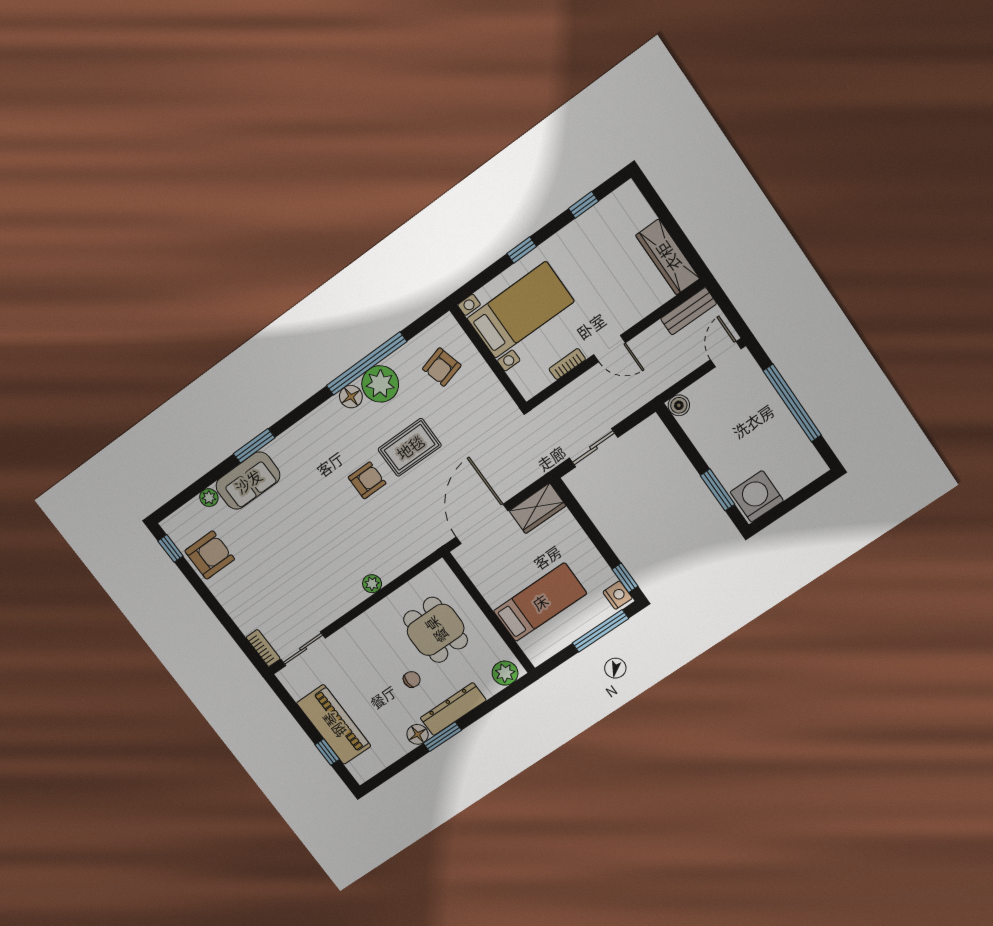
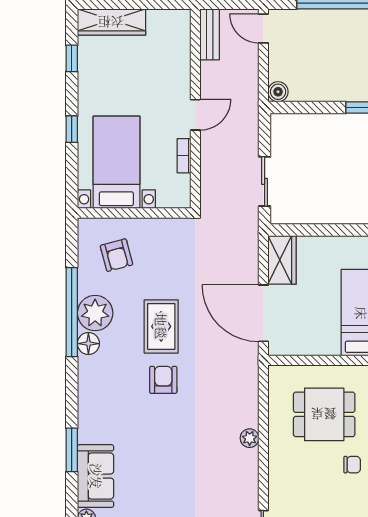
wardrobe: (668, 257) -> (111, 22), moved
chair: (412, 679) -> (352, 465), turned 90

